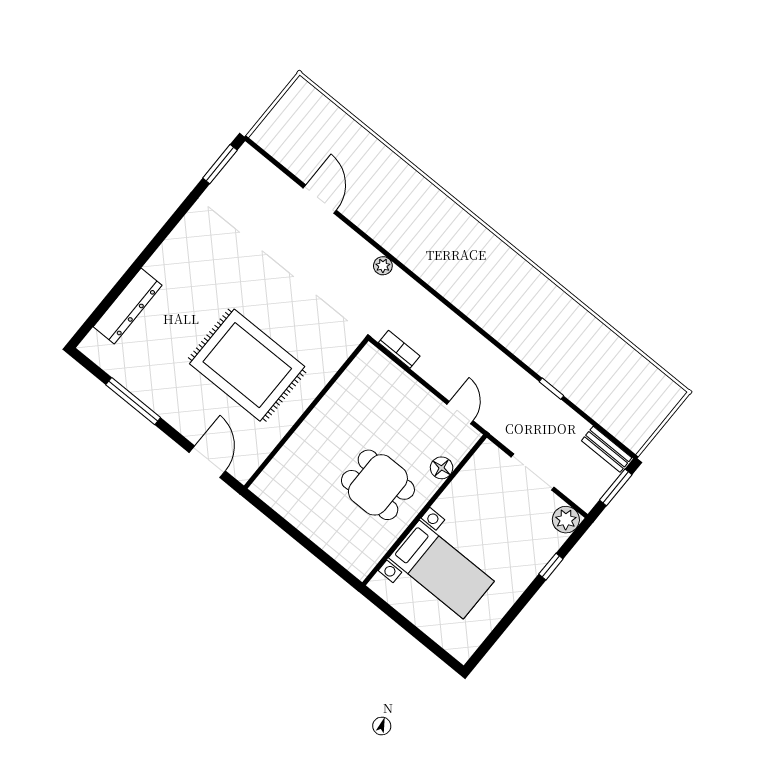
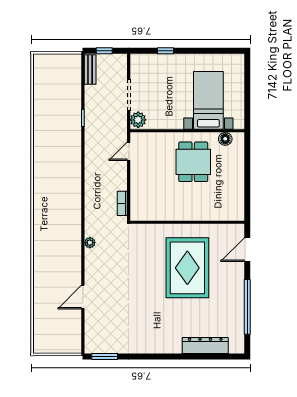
window: (133, 401) -> (247, 307), width x1.46
floor lamp: (442, 468) -> (225, 139), moved
window: (616, 487) -> (104, 51), width x0.67
plant: (566, 520) -> (138, 120), moved

